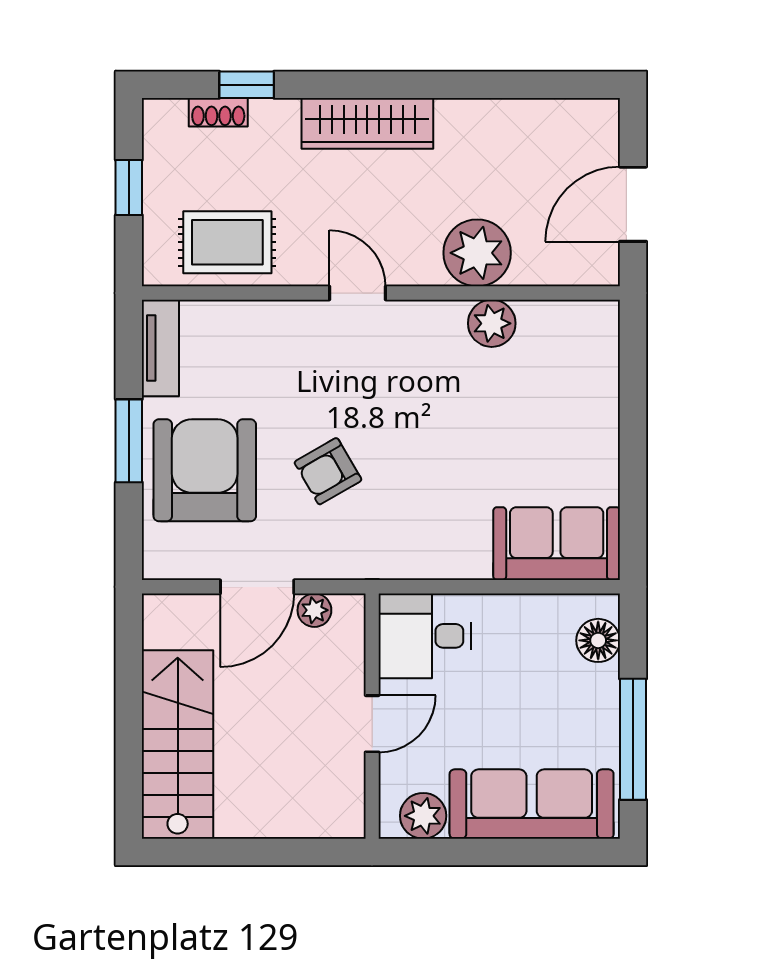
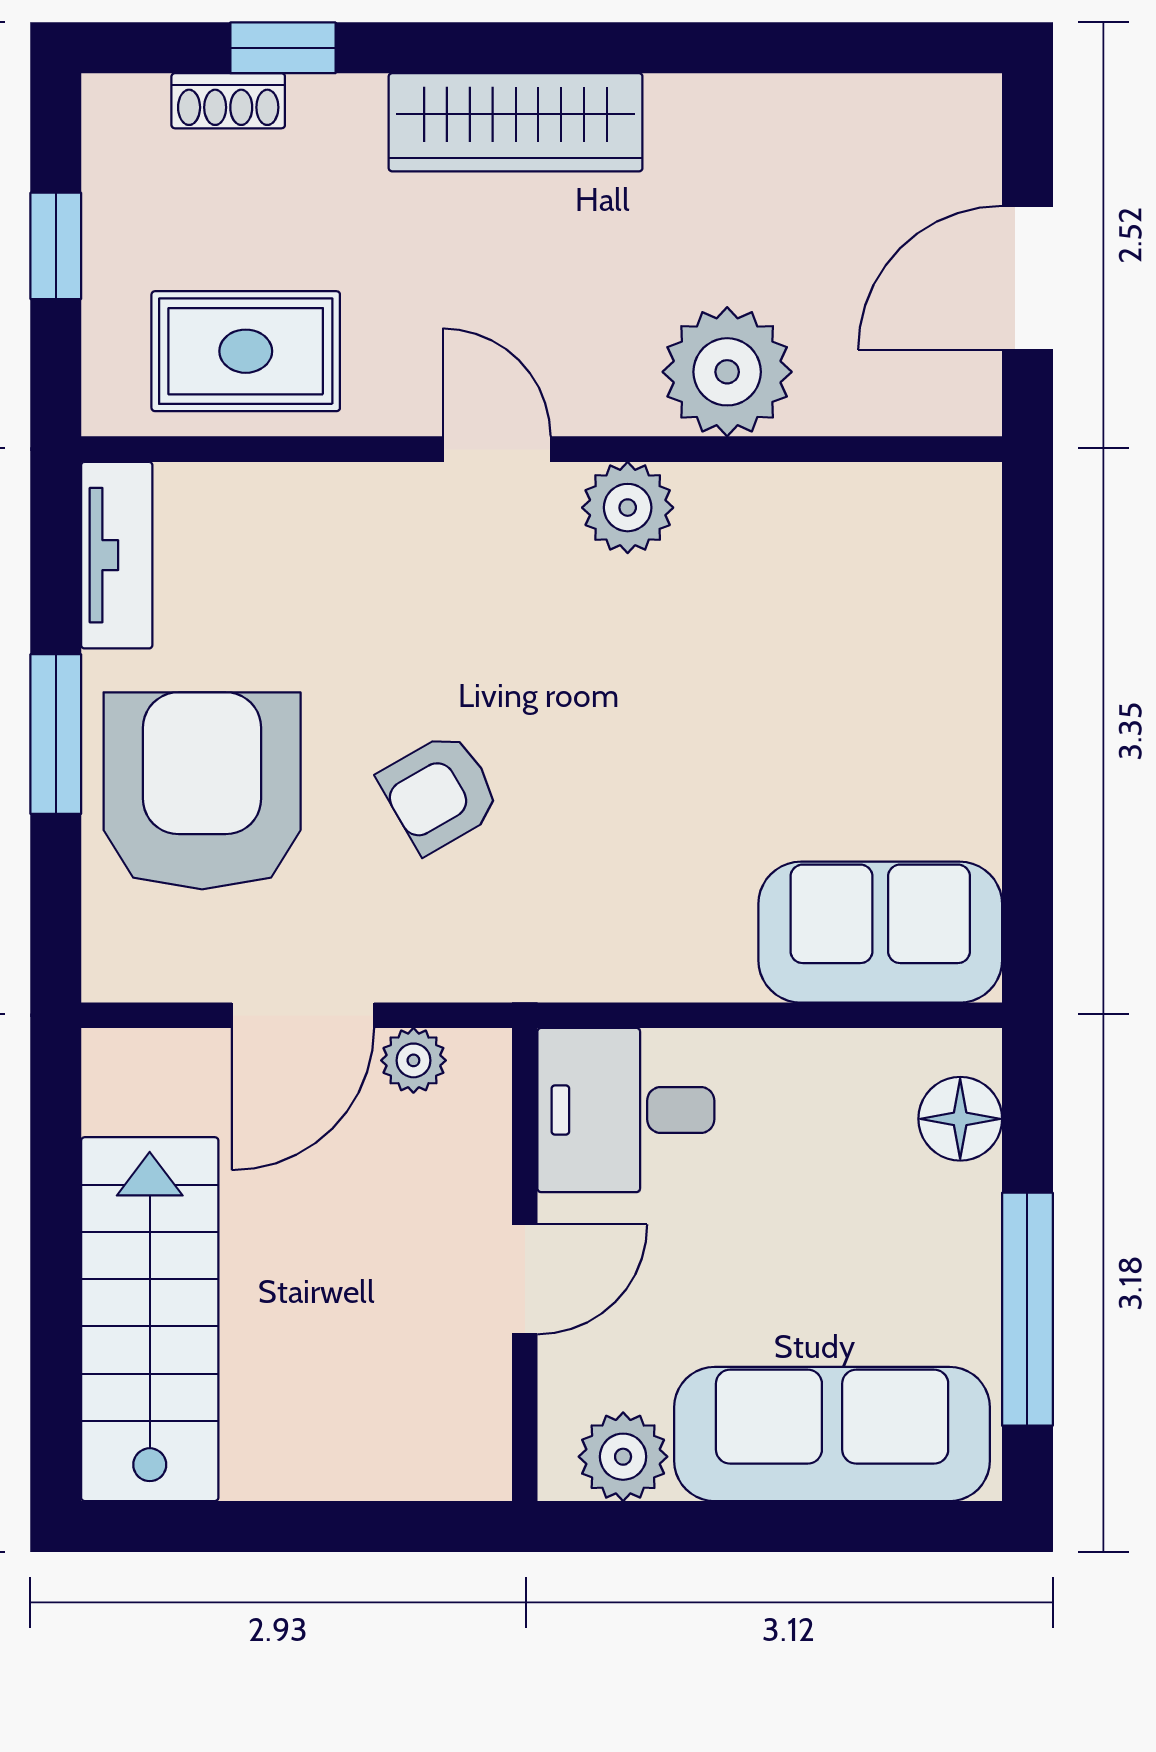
plant: (492, 323) -> (628, 508), moved

